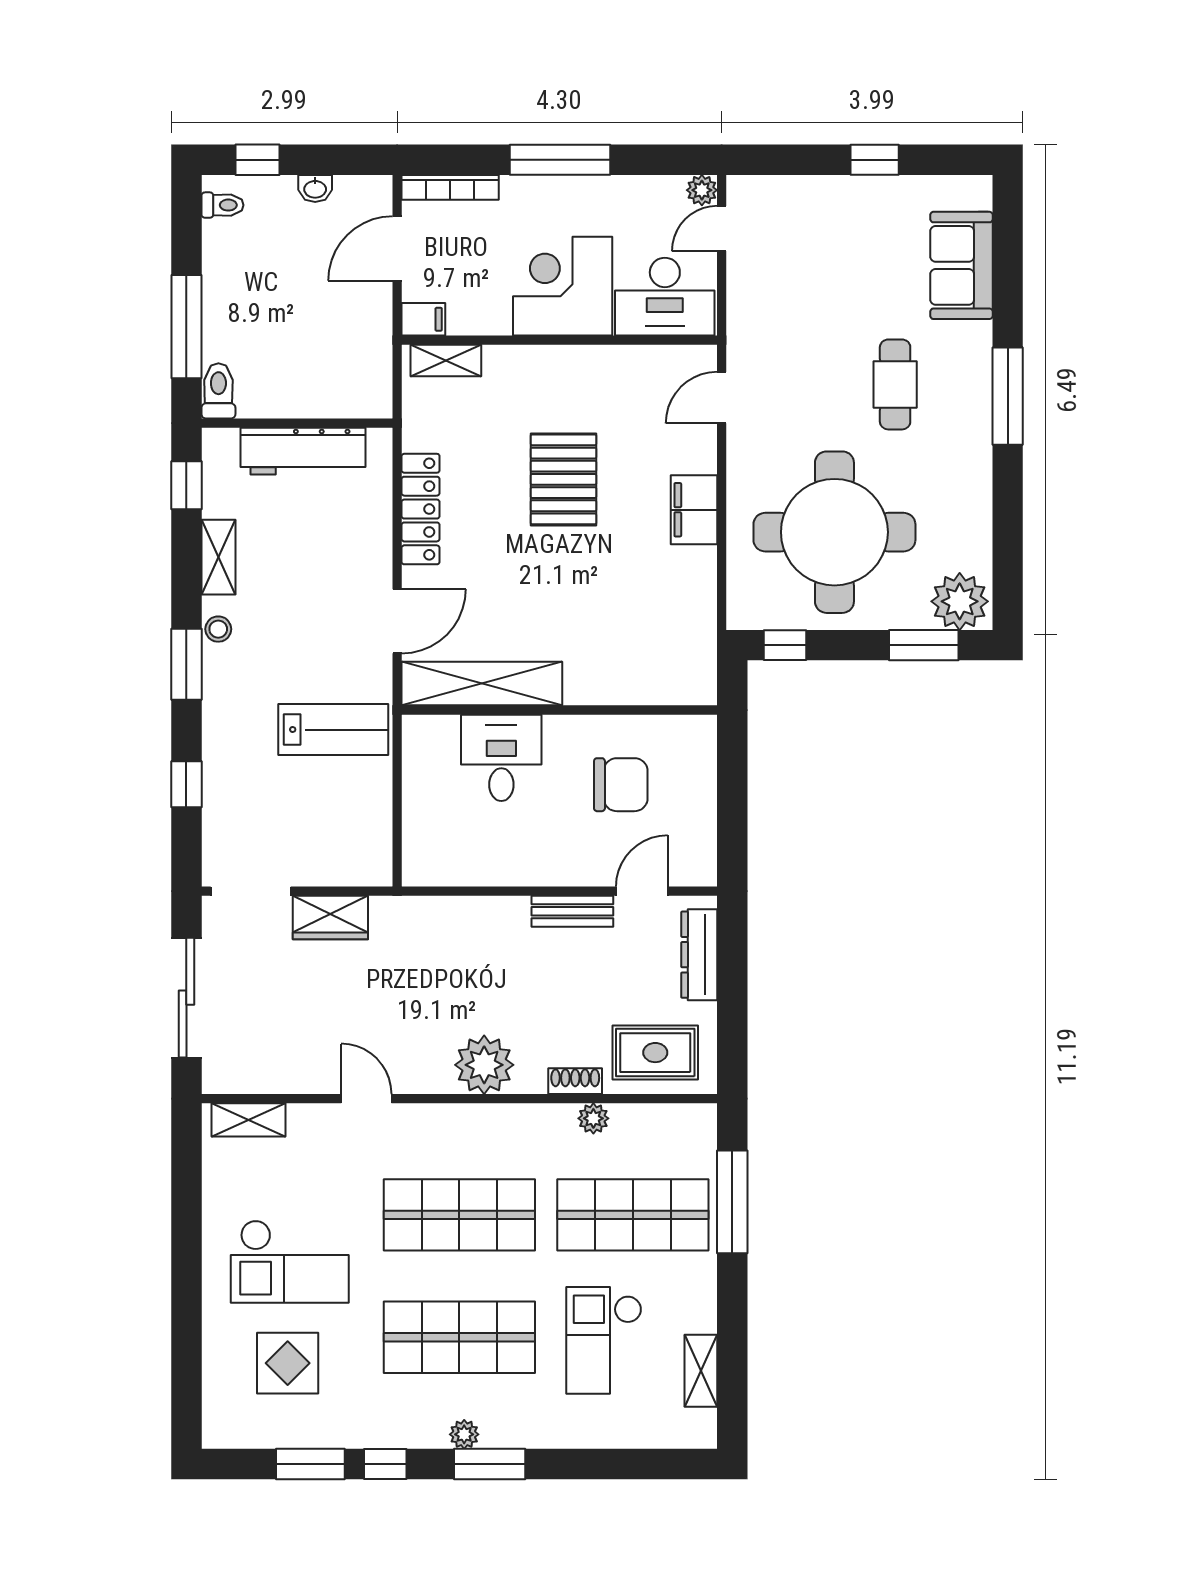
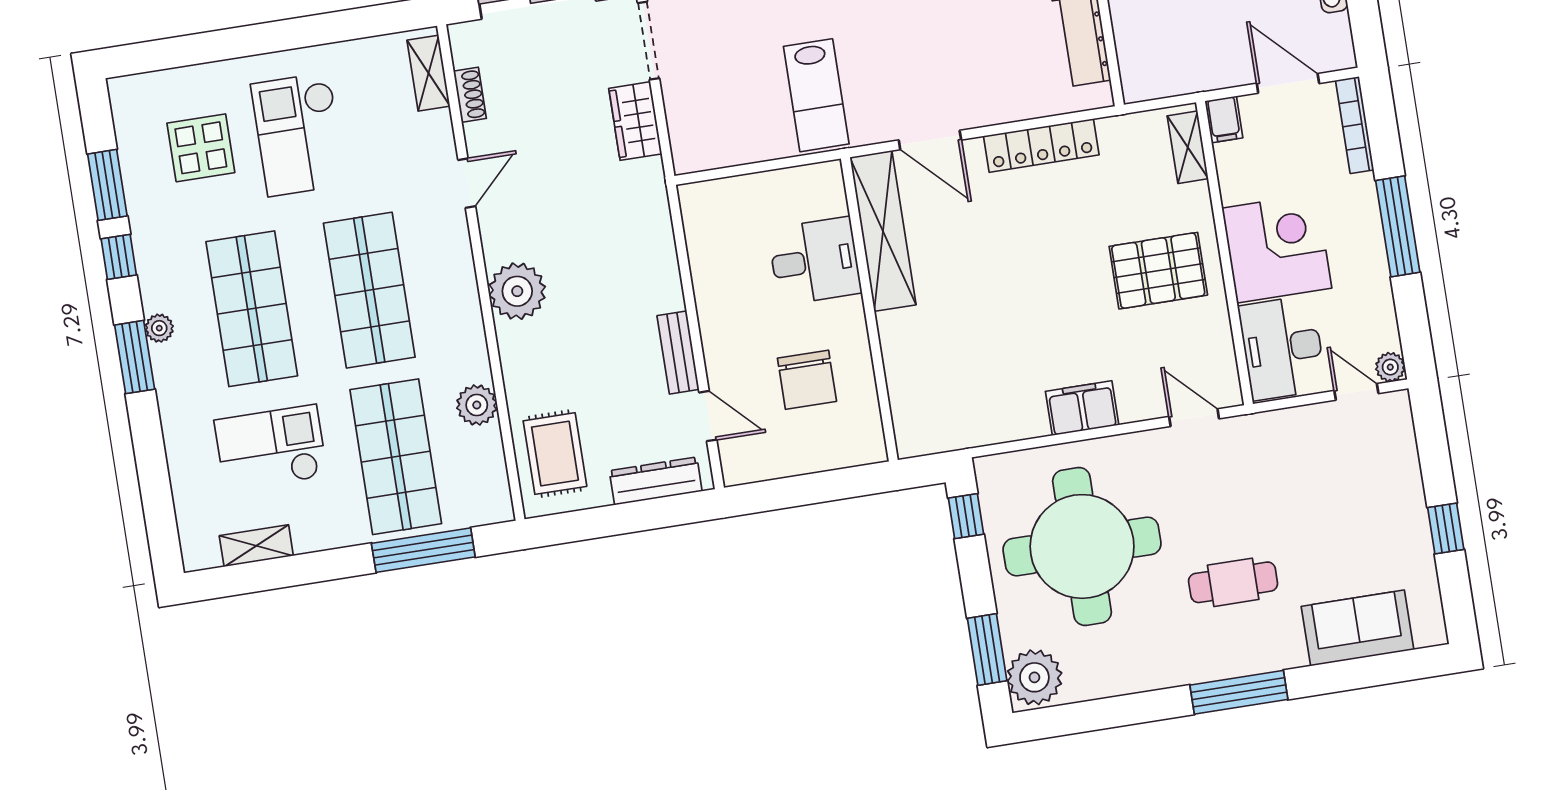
pallet: (563, 479) -> (1158, 271), moved
shoe rack: (575, 1081) -> (470, 95), moved
plant: (593, 1118) -> (477, 405), width x1.38, depth x1.38

